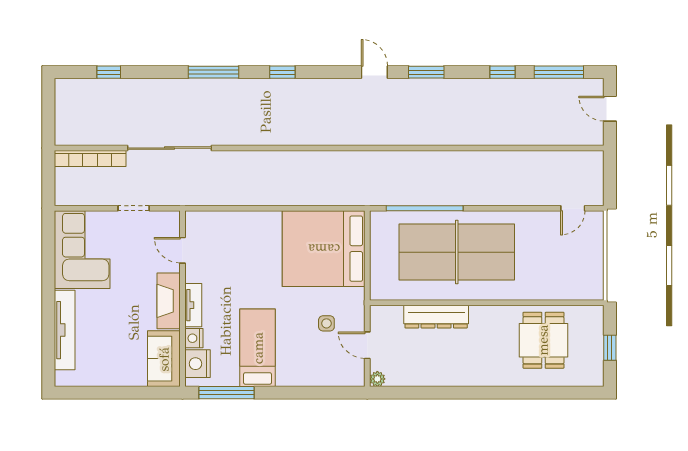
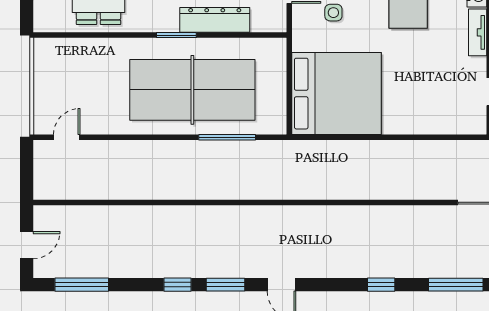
window: (502, 72) -> (177, 285), moved
door: (610, 109) -> (27, 245), hinge flipped
window: (425, 208) -> (227, 137), width x0.68
window: (471, 303) -> (176, 35), added

